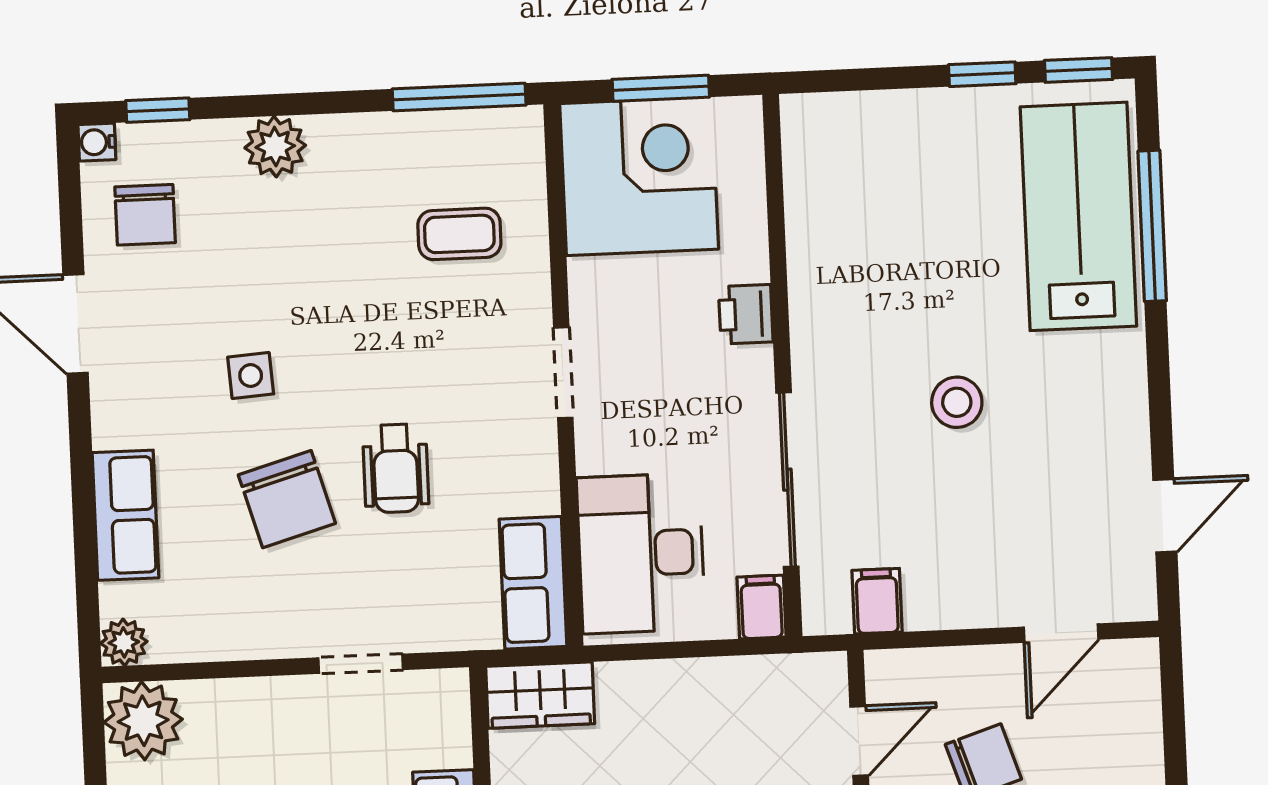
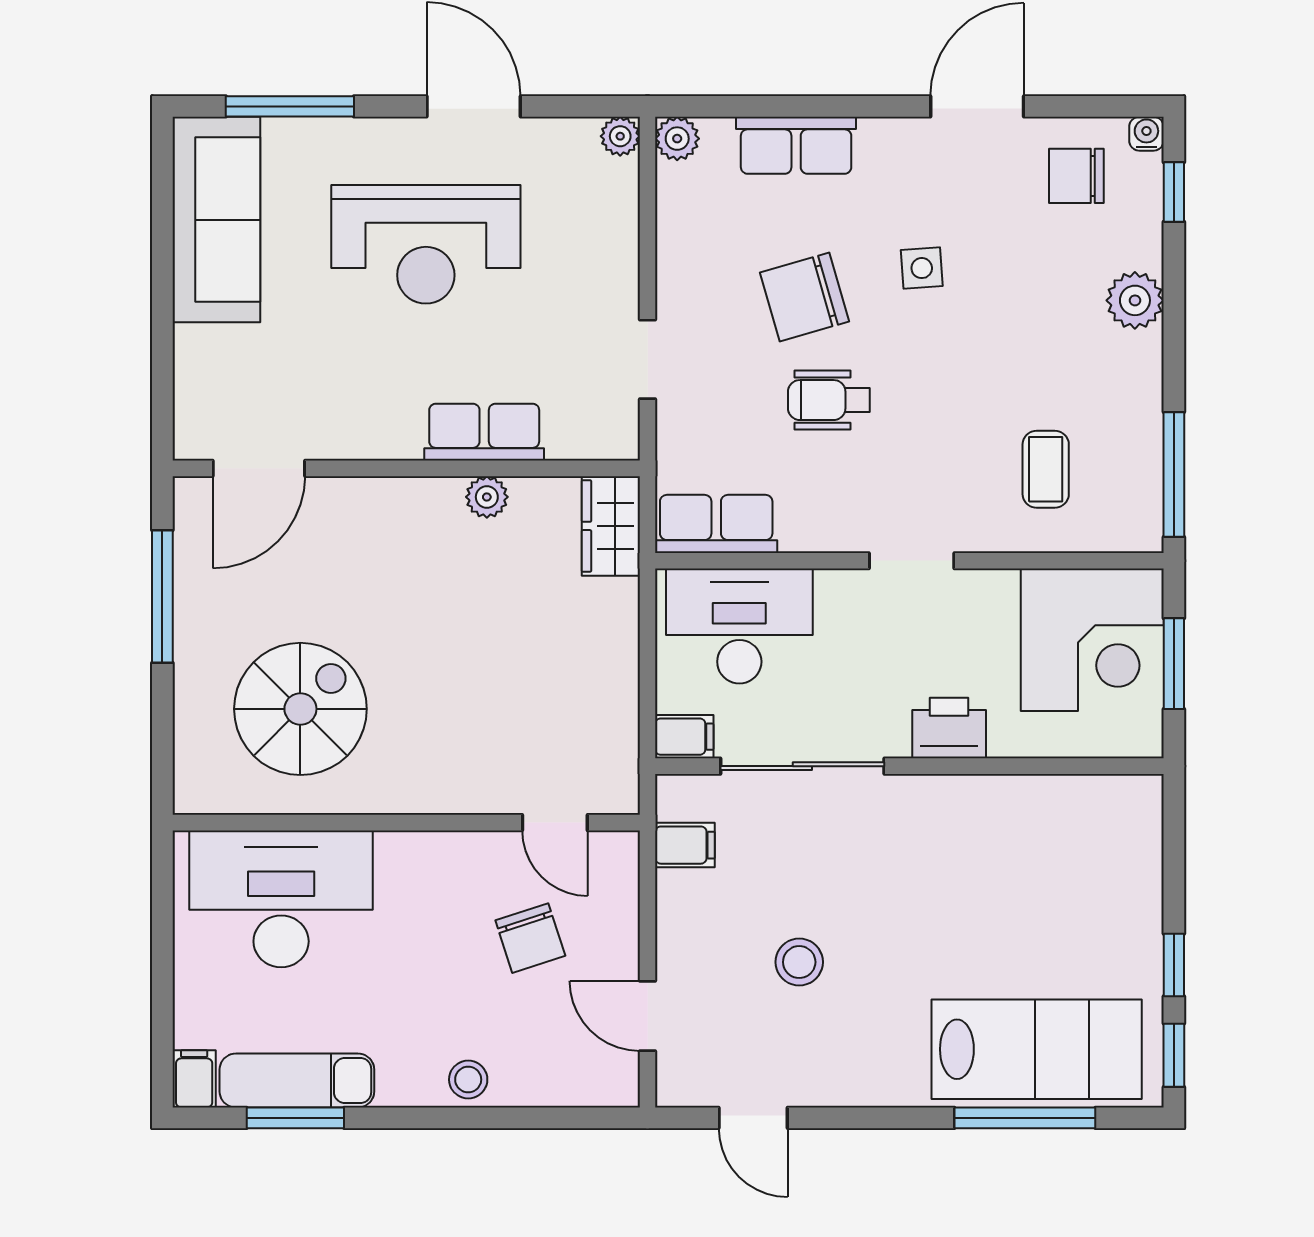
printer: (746, 314) -> (949, 728), width x1.36, depth x1.24
stool: (957, 402) -> (799, 962), moved
plant: (143, 721) -> (620, 136), width x0.53, depth x0.53

